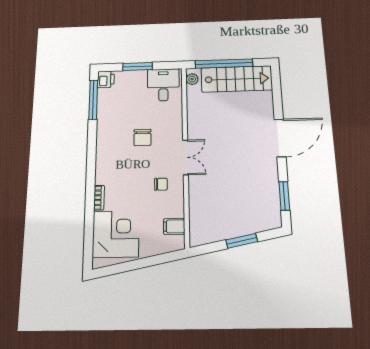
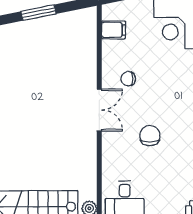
double door: (185, 157) -> (99, 110), swing flipped

